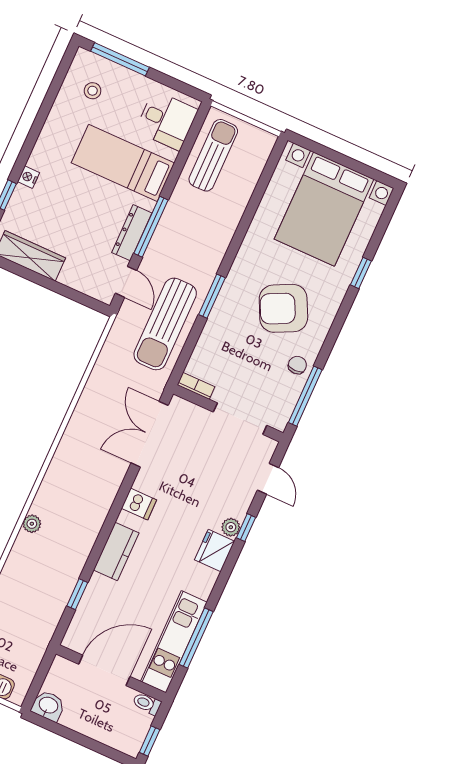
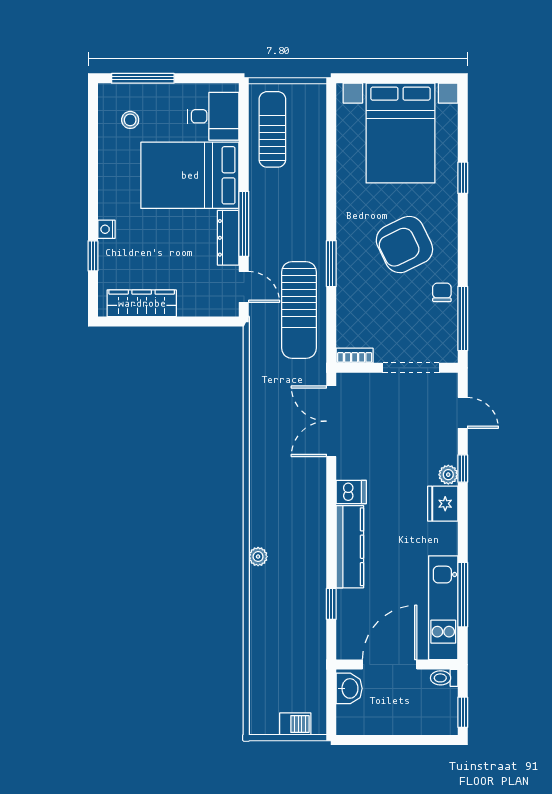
bed: (123, 163) -> (190, 175), width x1.50
kitchen counter: (116, 551) -> (350, 547), width x1.50
washbasin: (48, 706) -> (349, 688), moved, turned 90

